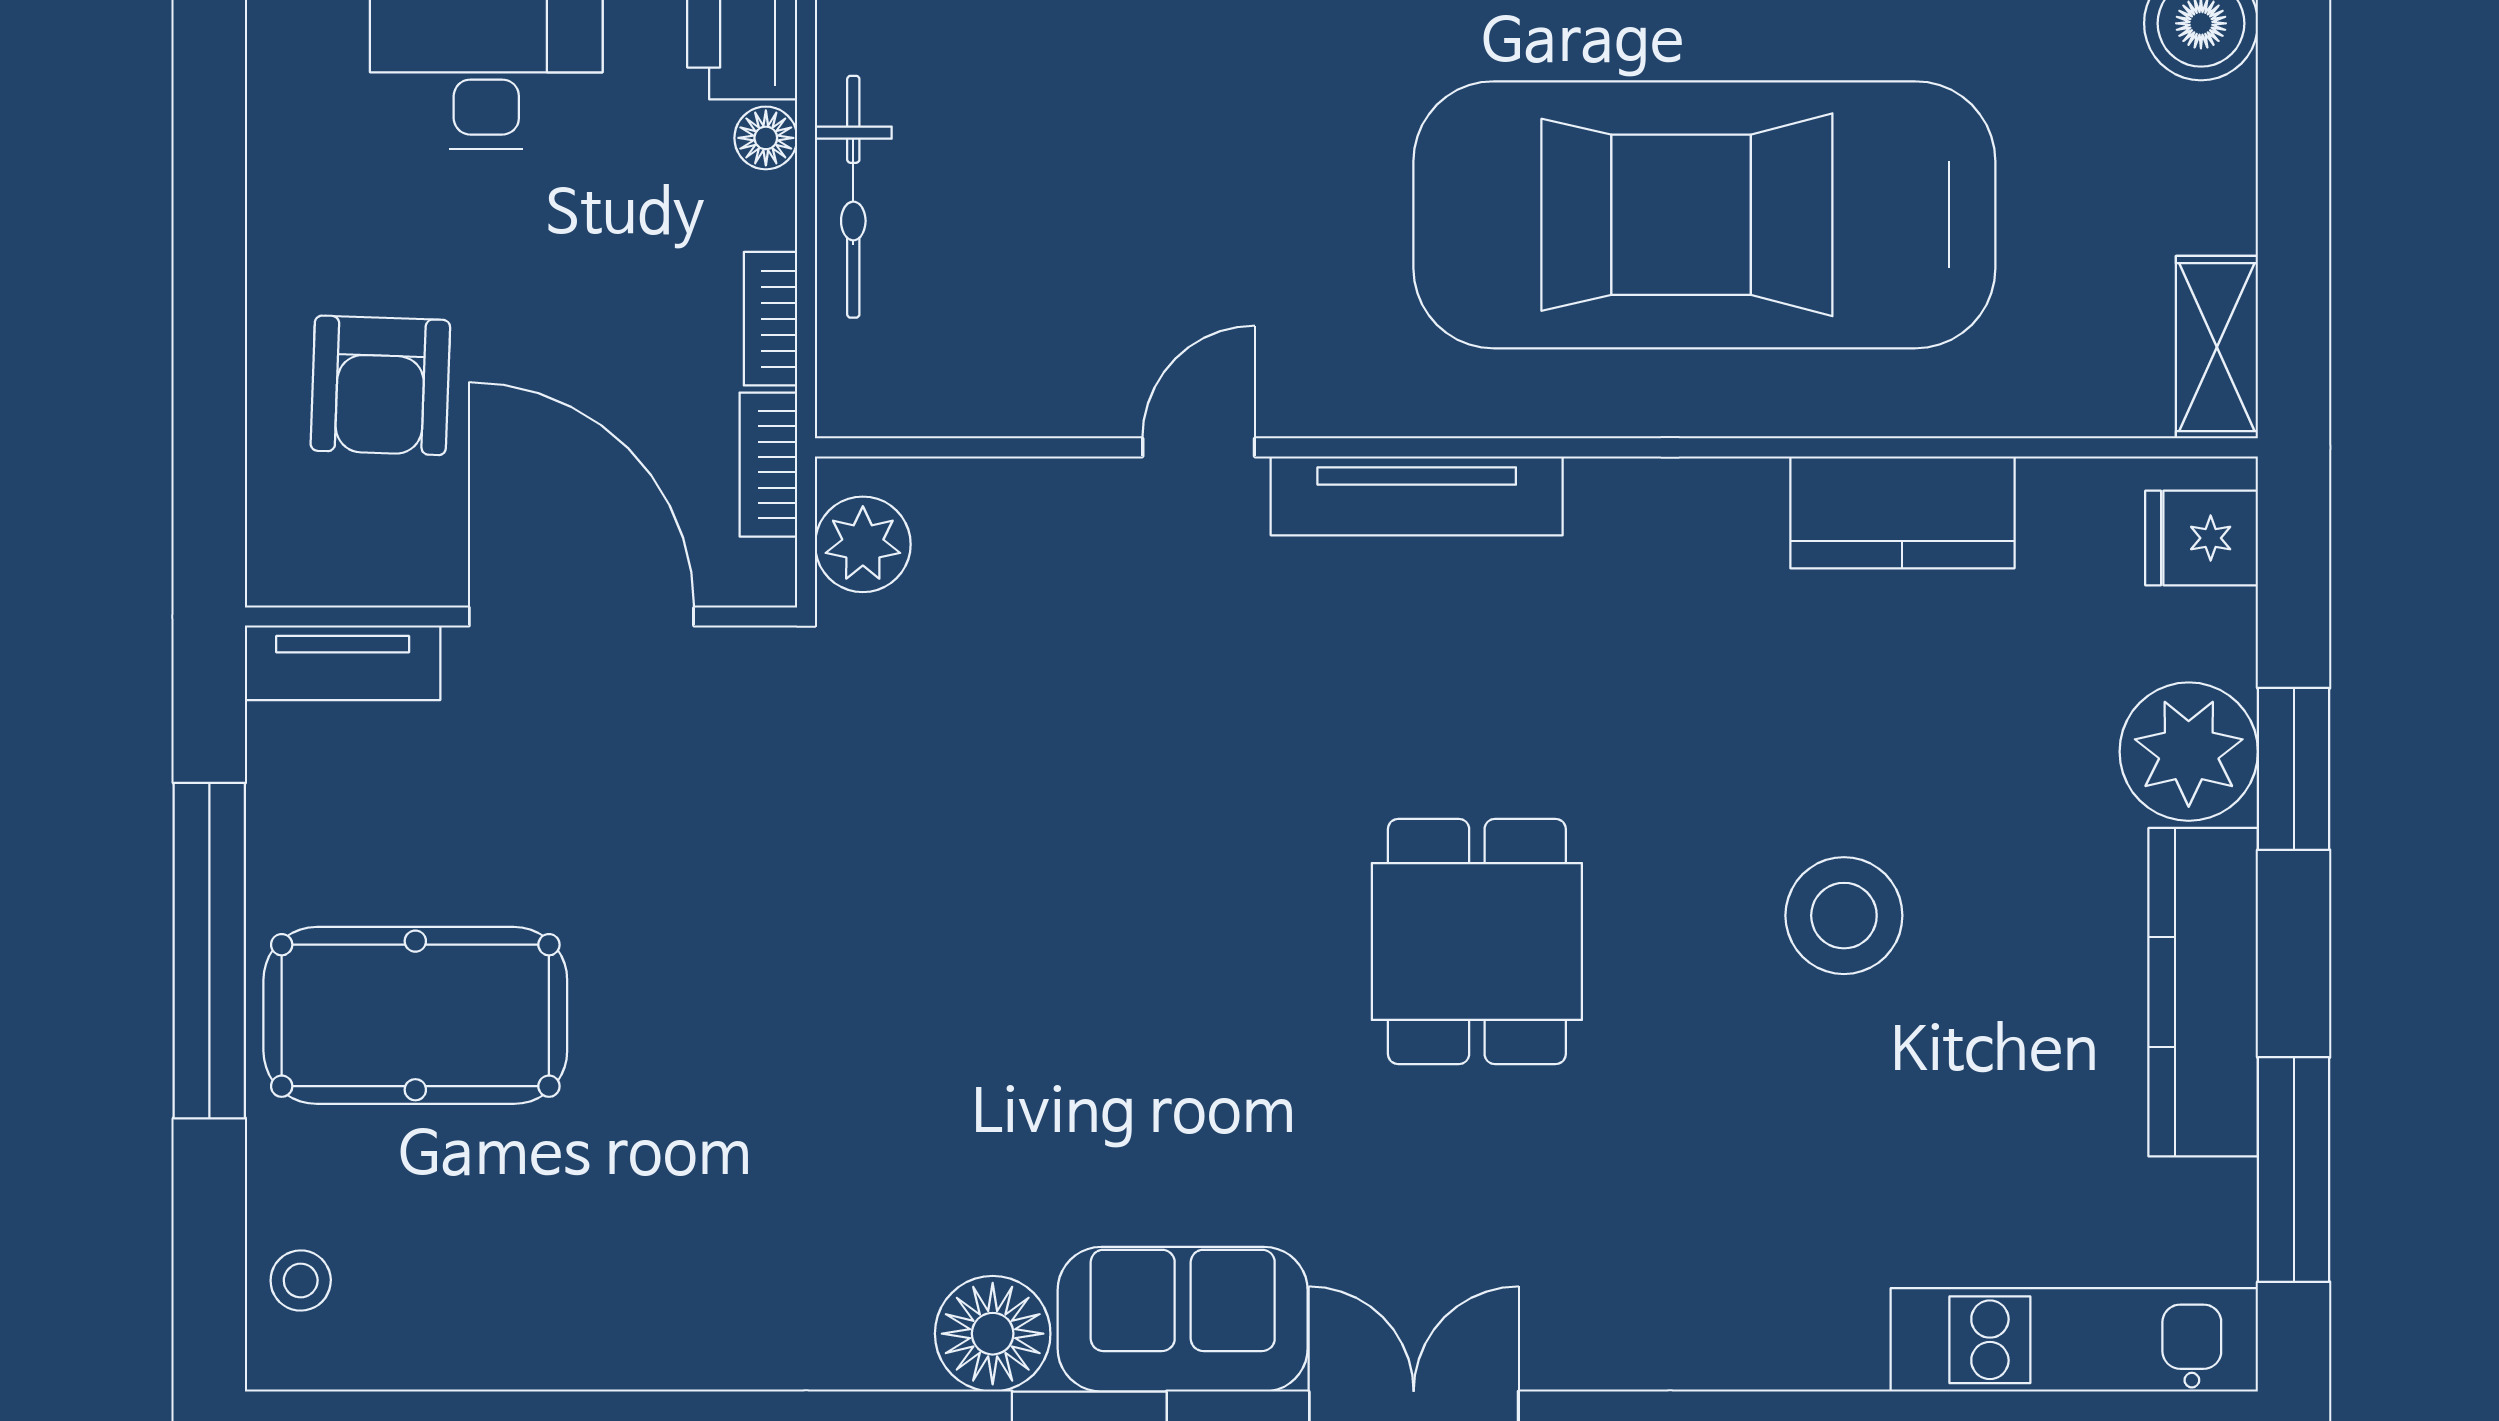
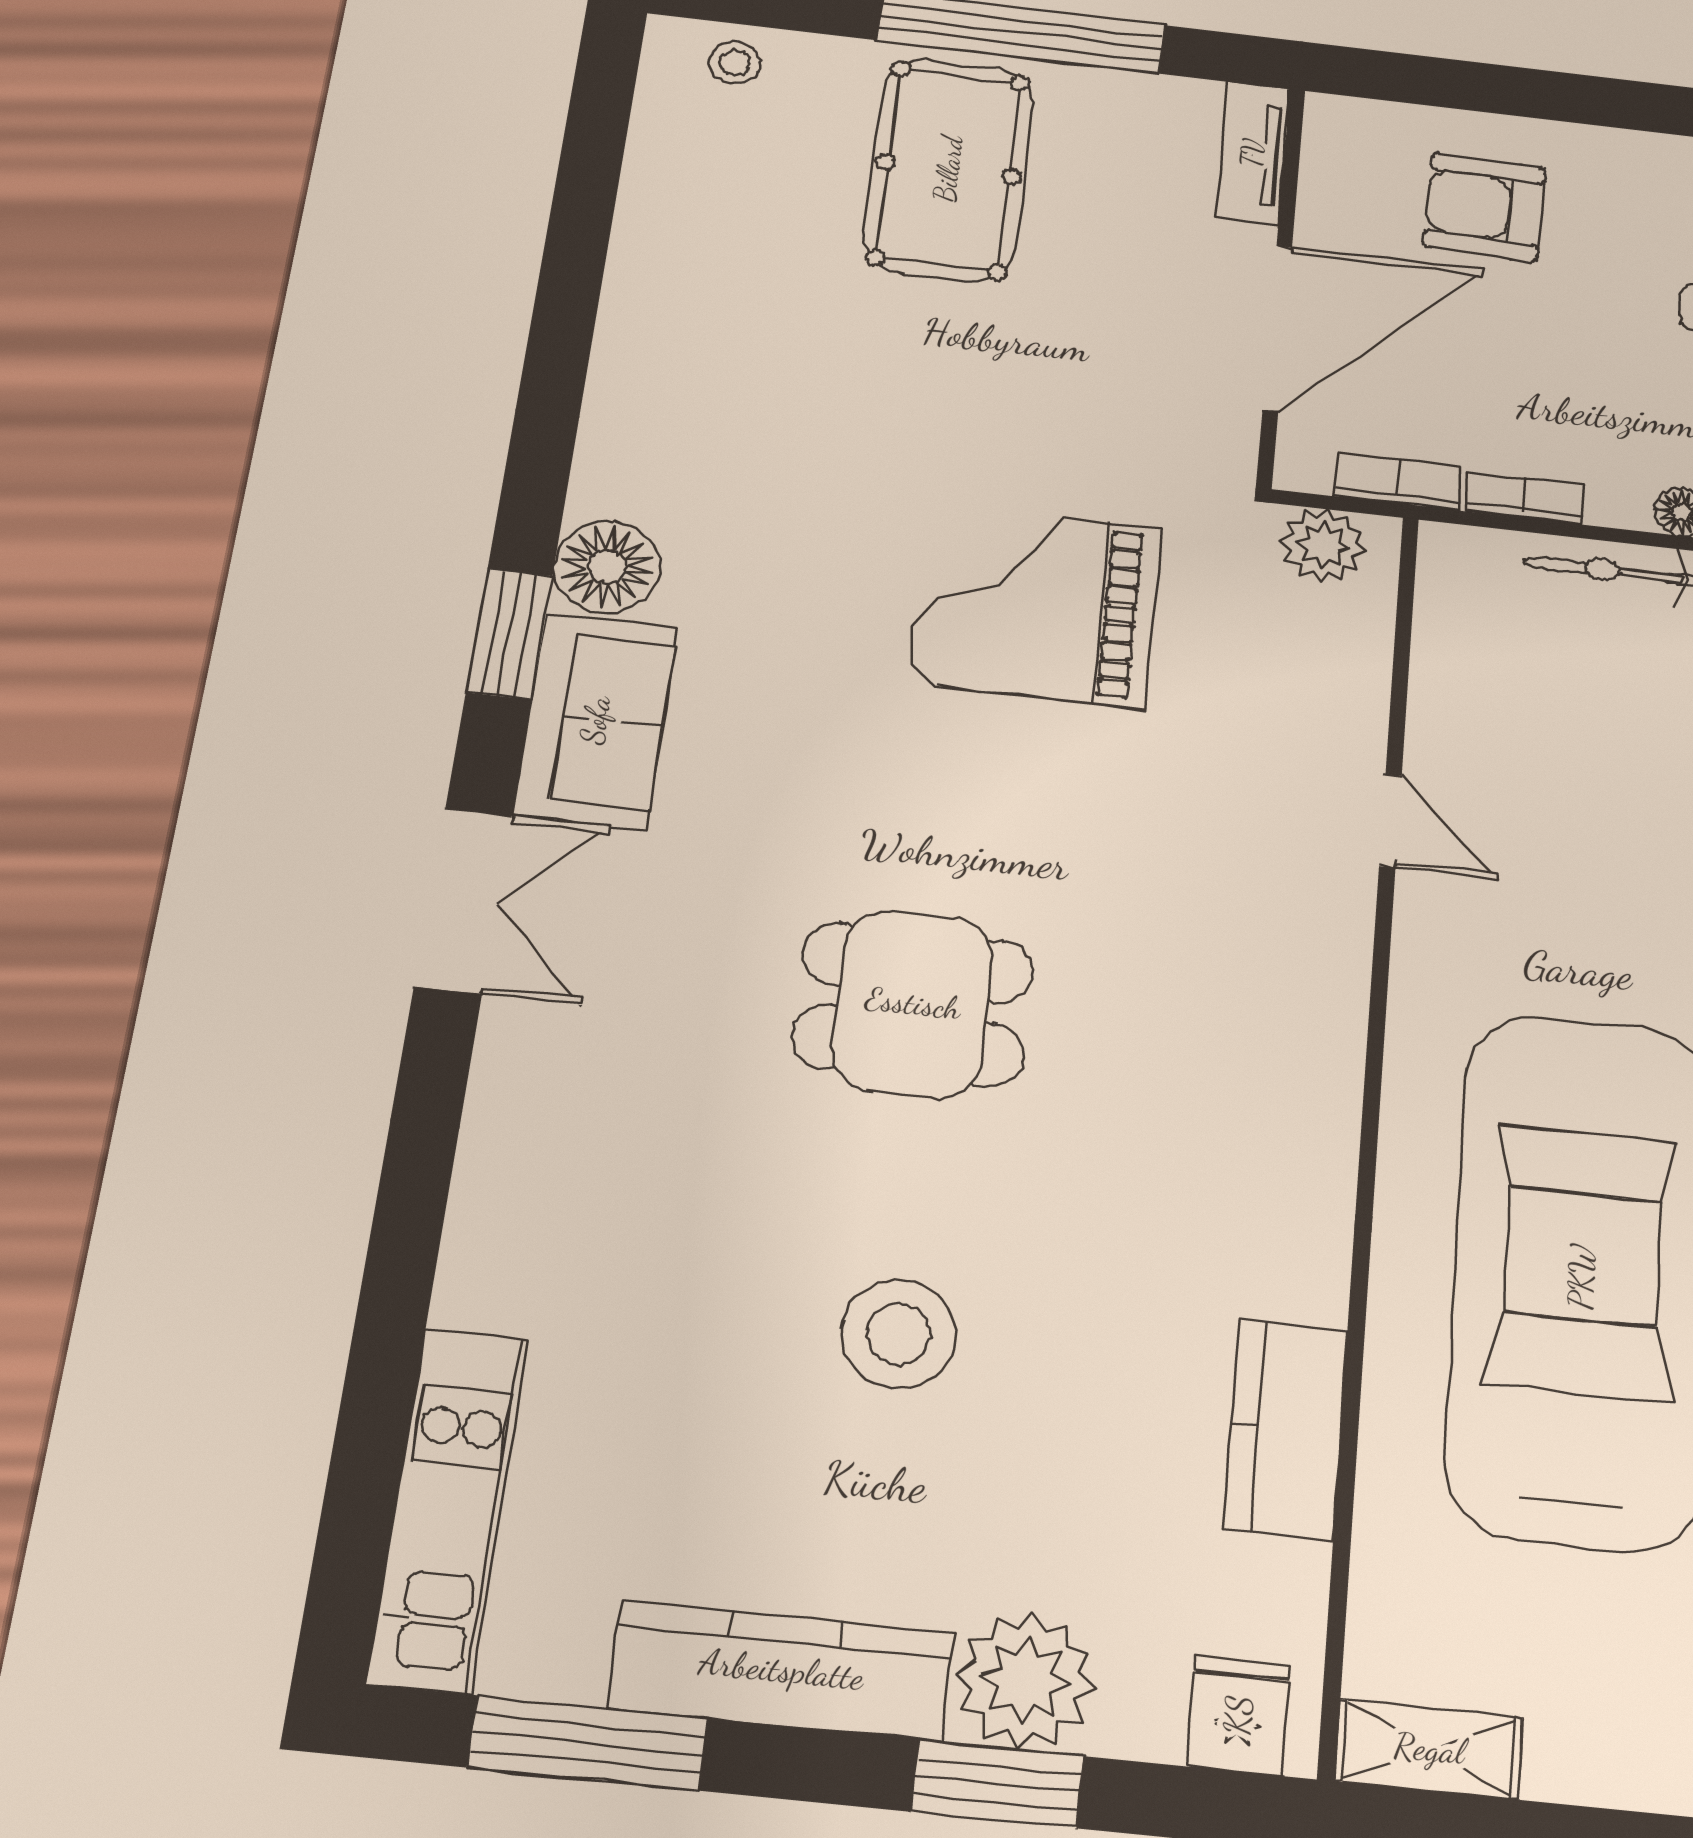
tv unit: (1417, 496) -> (1333, 998), removed
grand piano: (980, 860) -> (1034, 604), added

